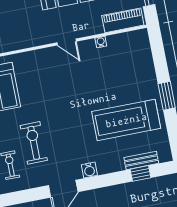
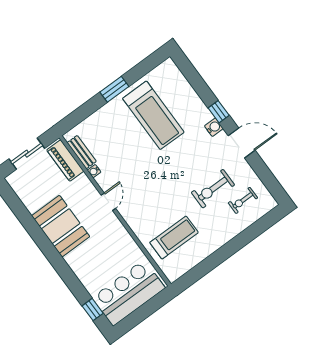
bench: (141, 160) -> (82, 152), moved
window: (141, 173) -> (219, 112), moved

